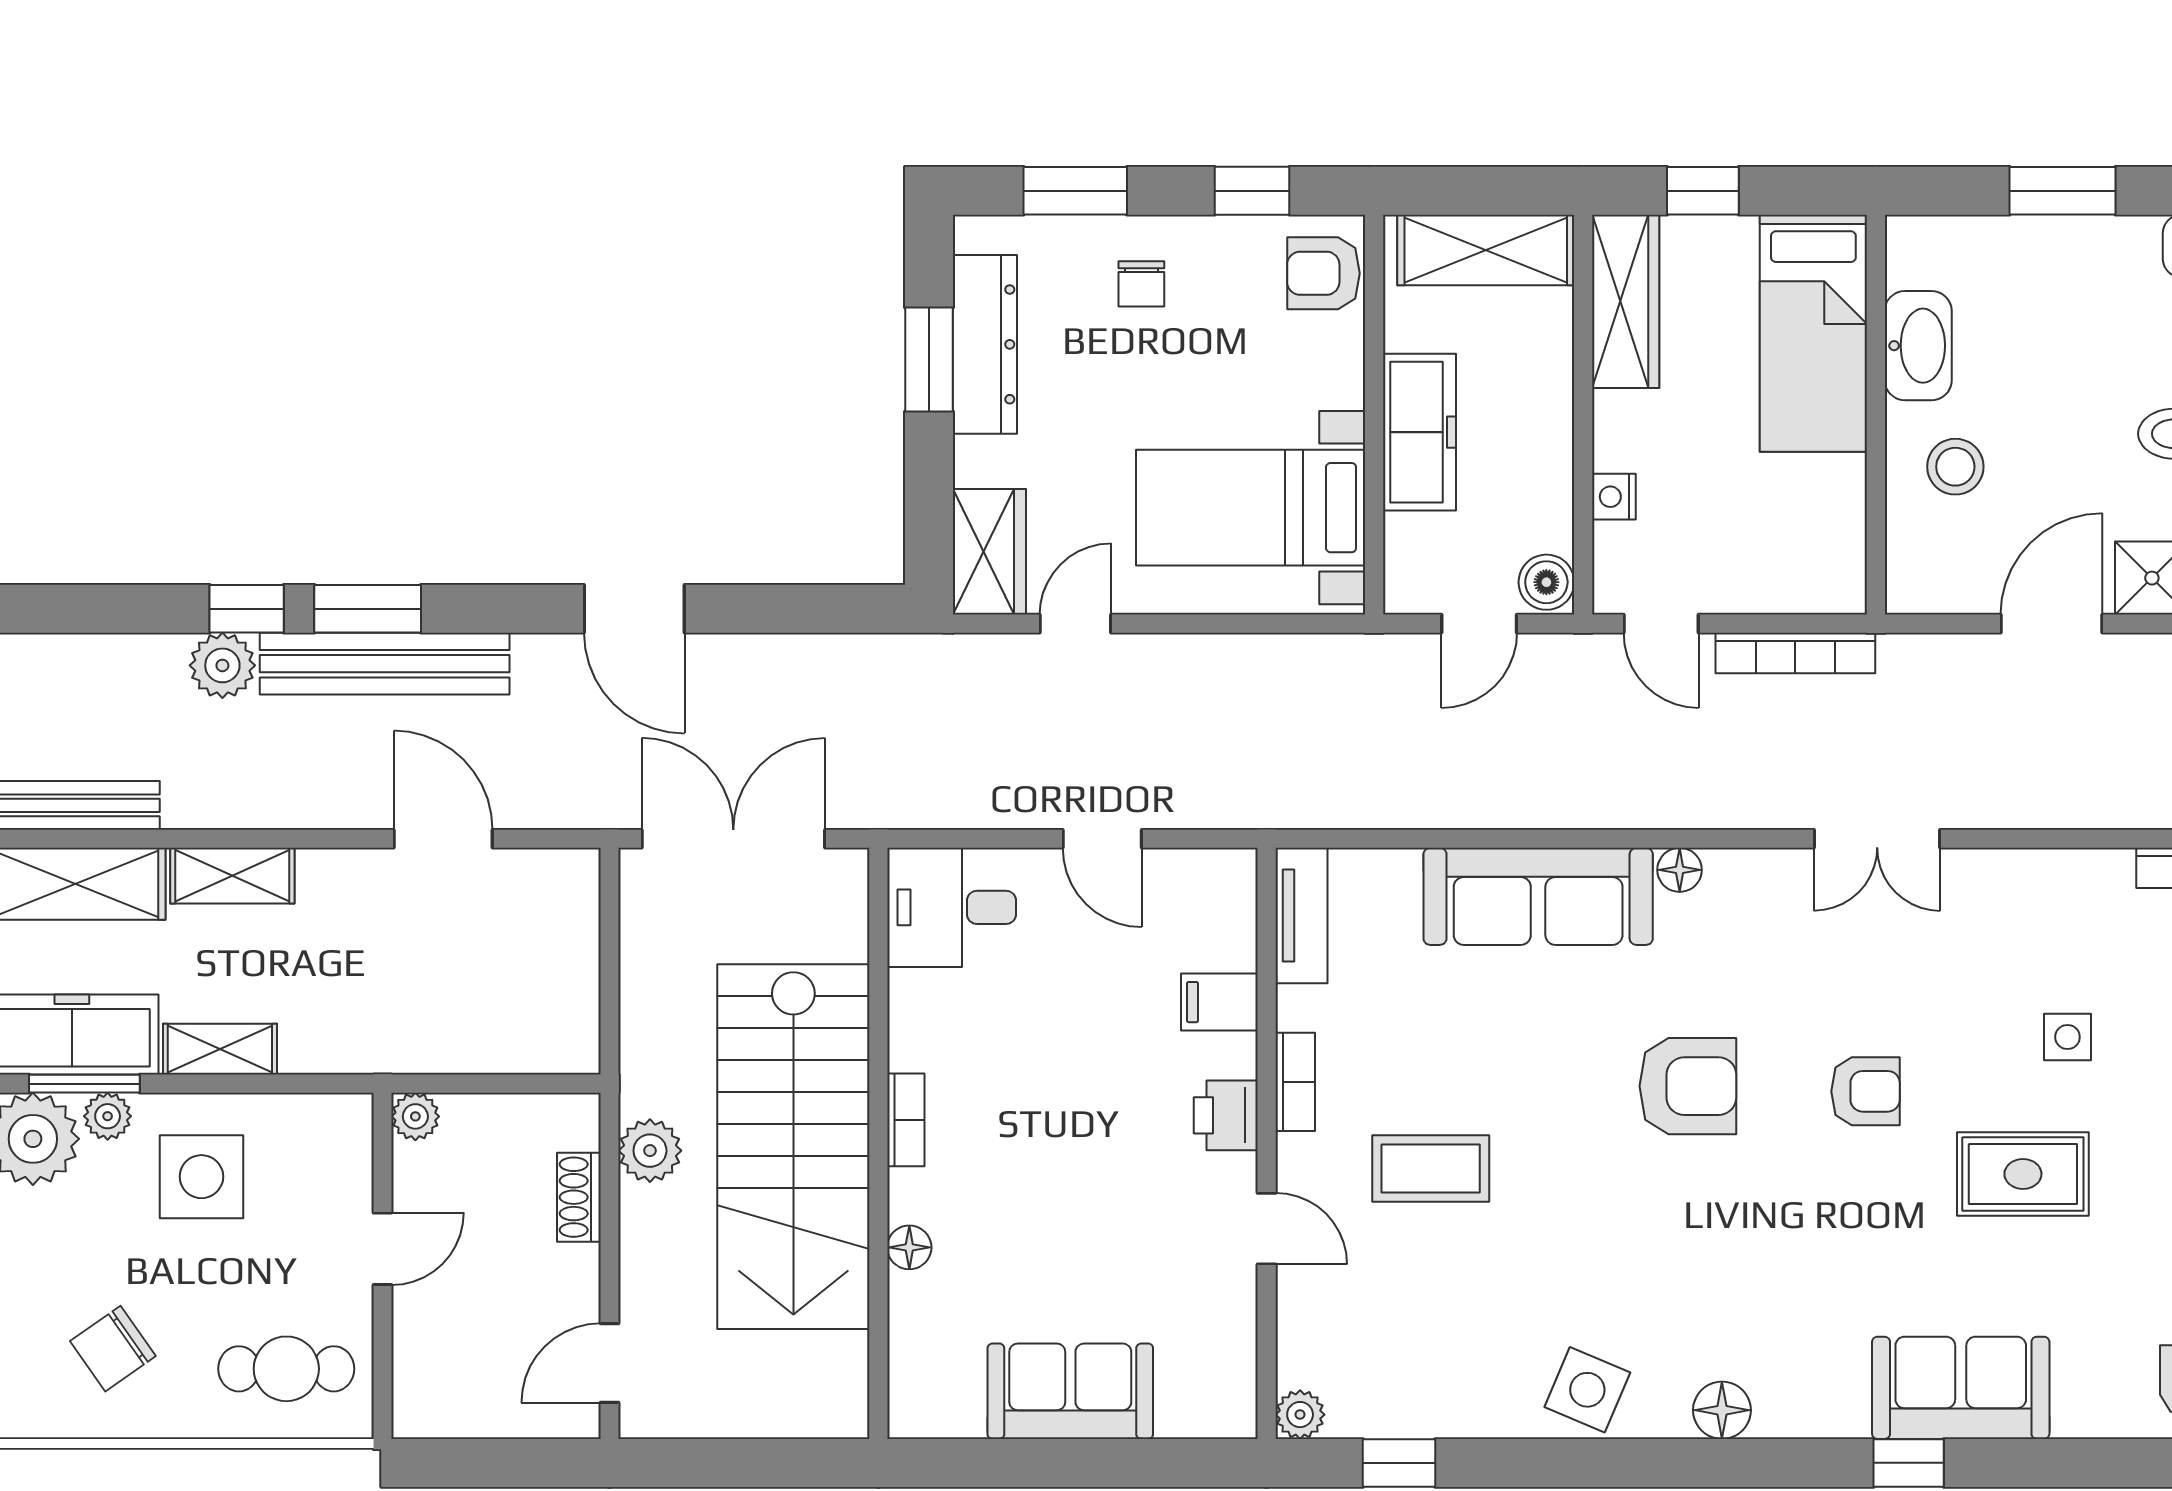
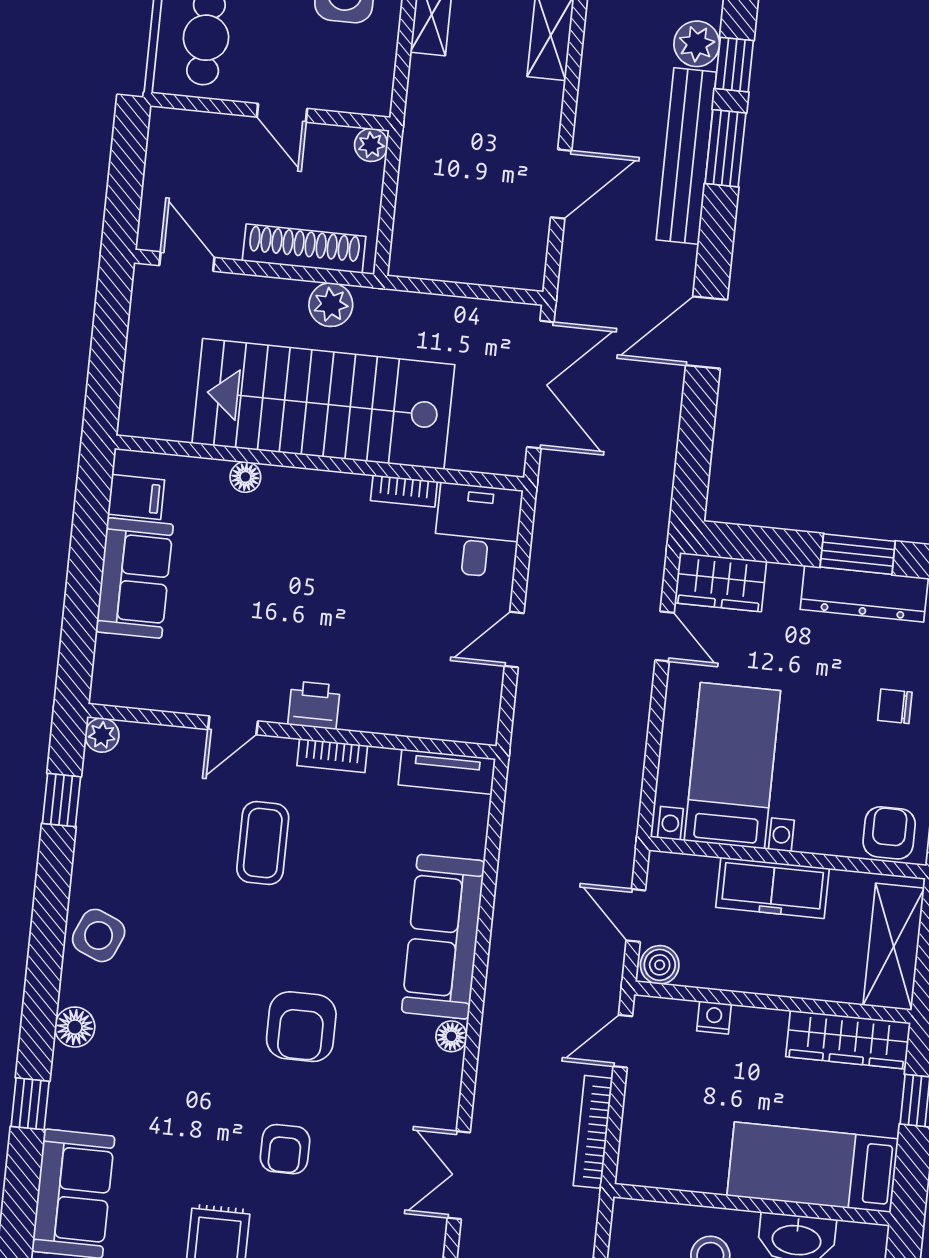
filing cabinet: (1219, 1002) -> (136, 497), moved, turned 90
bookcase: (906, 1120) -> (404, 491), moved
shoe rack: (579, 1197) -> (304, 249), width x1.94, depth x1.24
window: (1909, 1463) -> (30, 1104), moved

